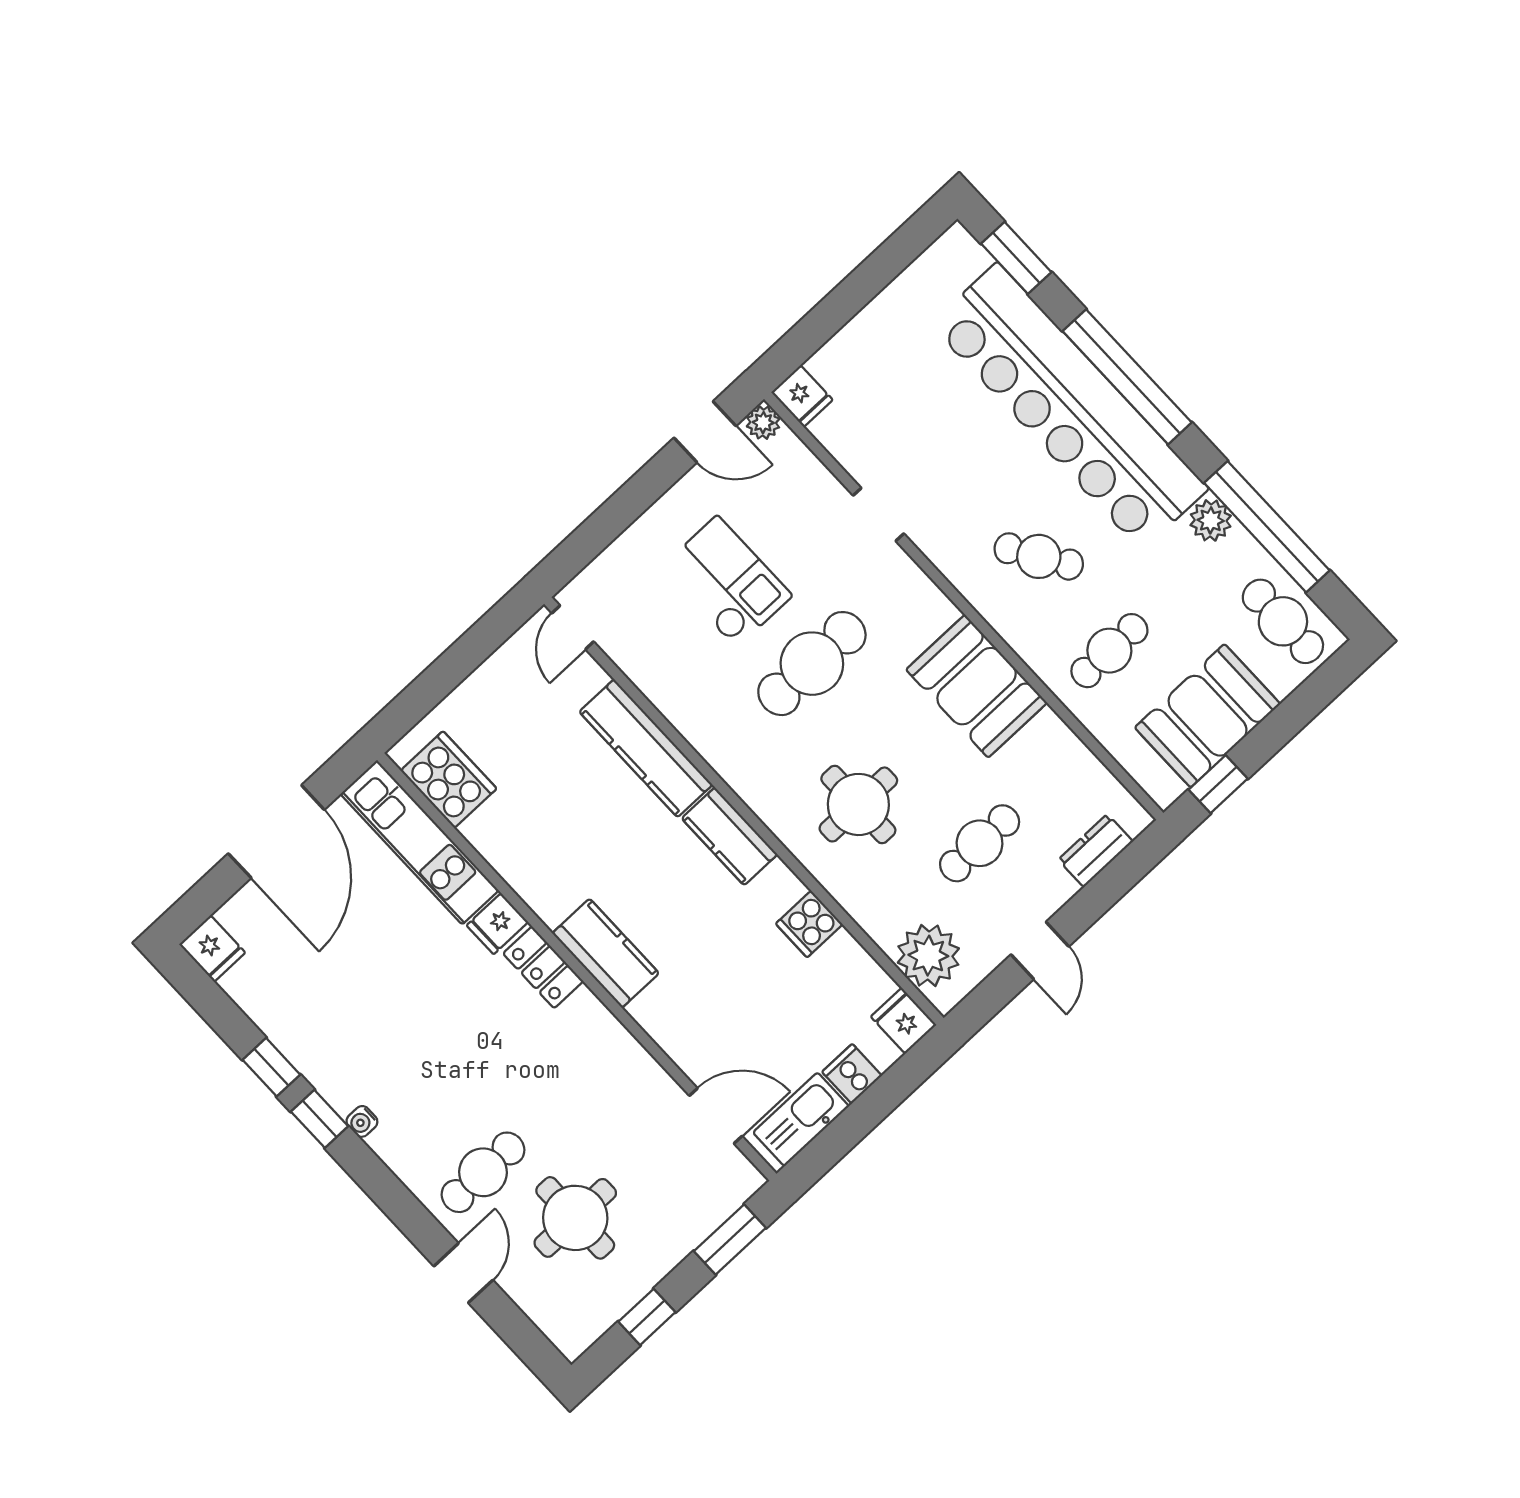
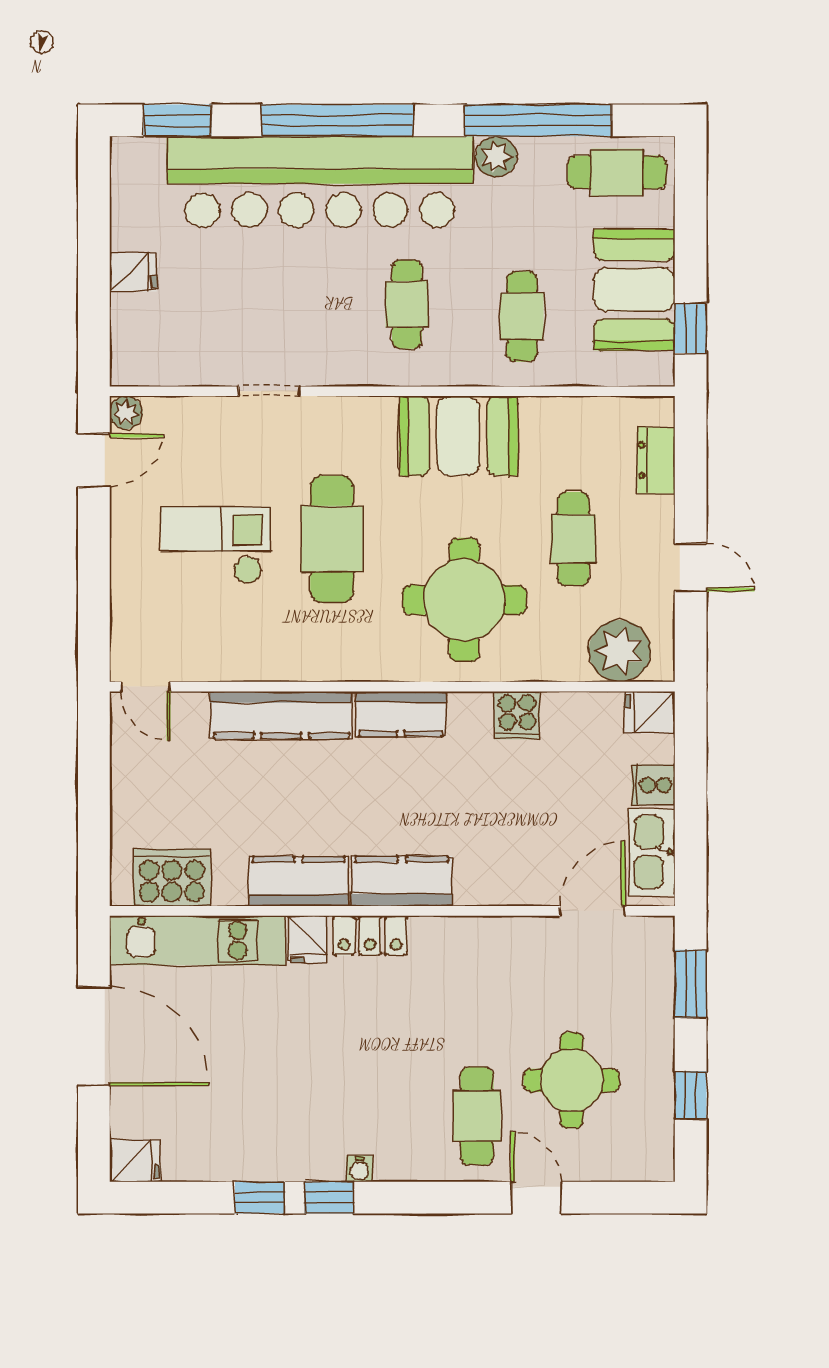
fridge: (802, 396) -> (133, 272), moved
cafe table: (1039, 556) -> (407, 304), turned -58
round table: (858, 804) -> (464, 600), width x1.36, depth x1.36
kitchen counter: (534, 877) -> (299, 881), added

